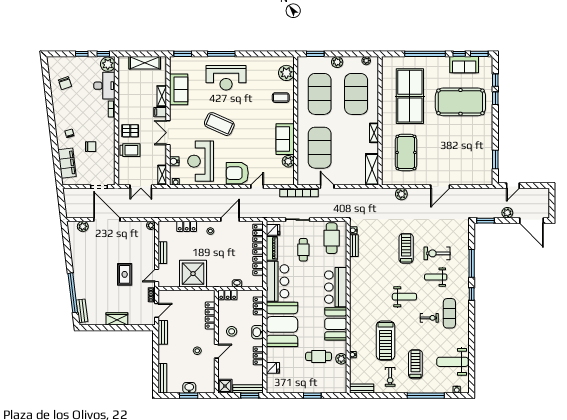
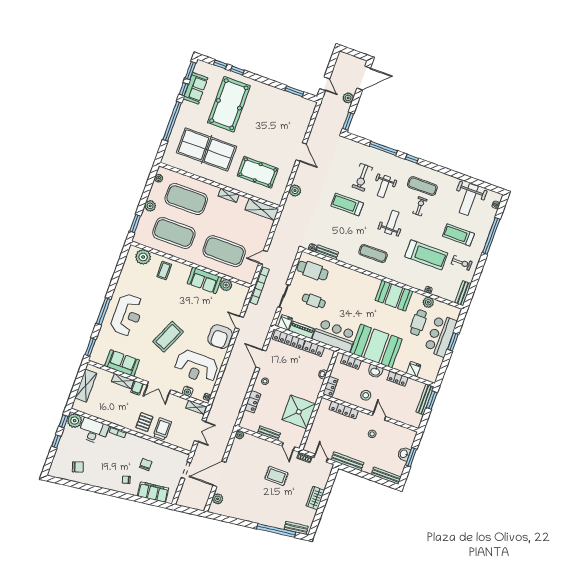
bar counter: (336, 287) -> (441, 336), moved, turned 90
exercise mat: (369, 290) -> (373, 253), added
bench: (163, 332) -> (347, 461), width x1.36
shower: (225, 386) -> (414, 420), removed

